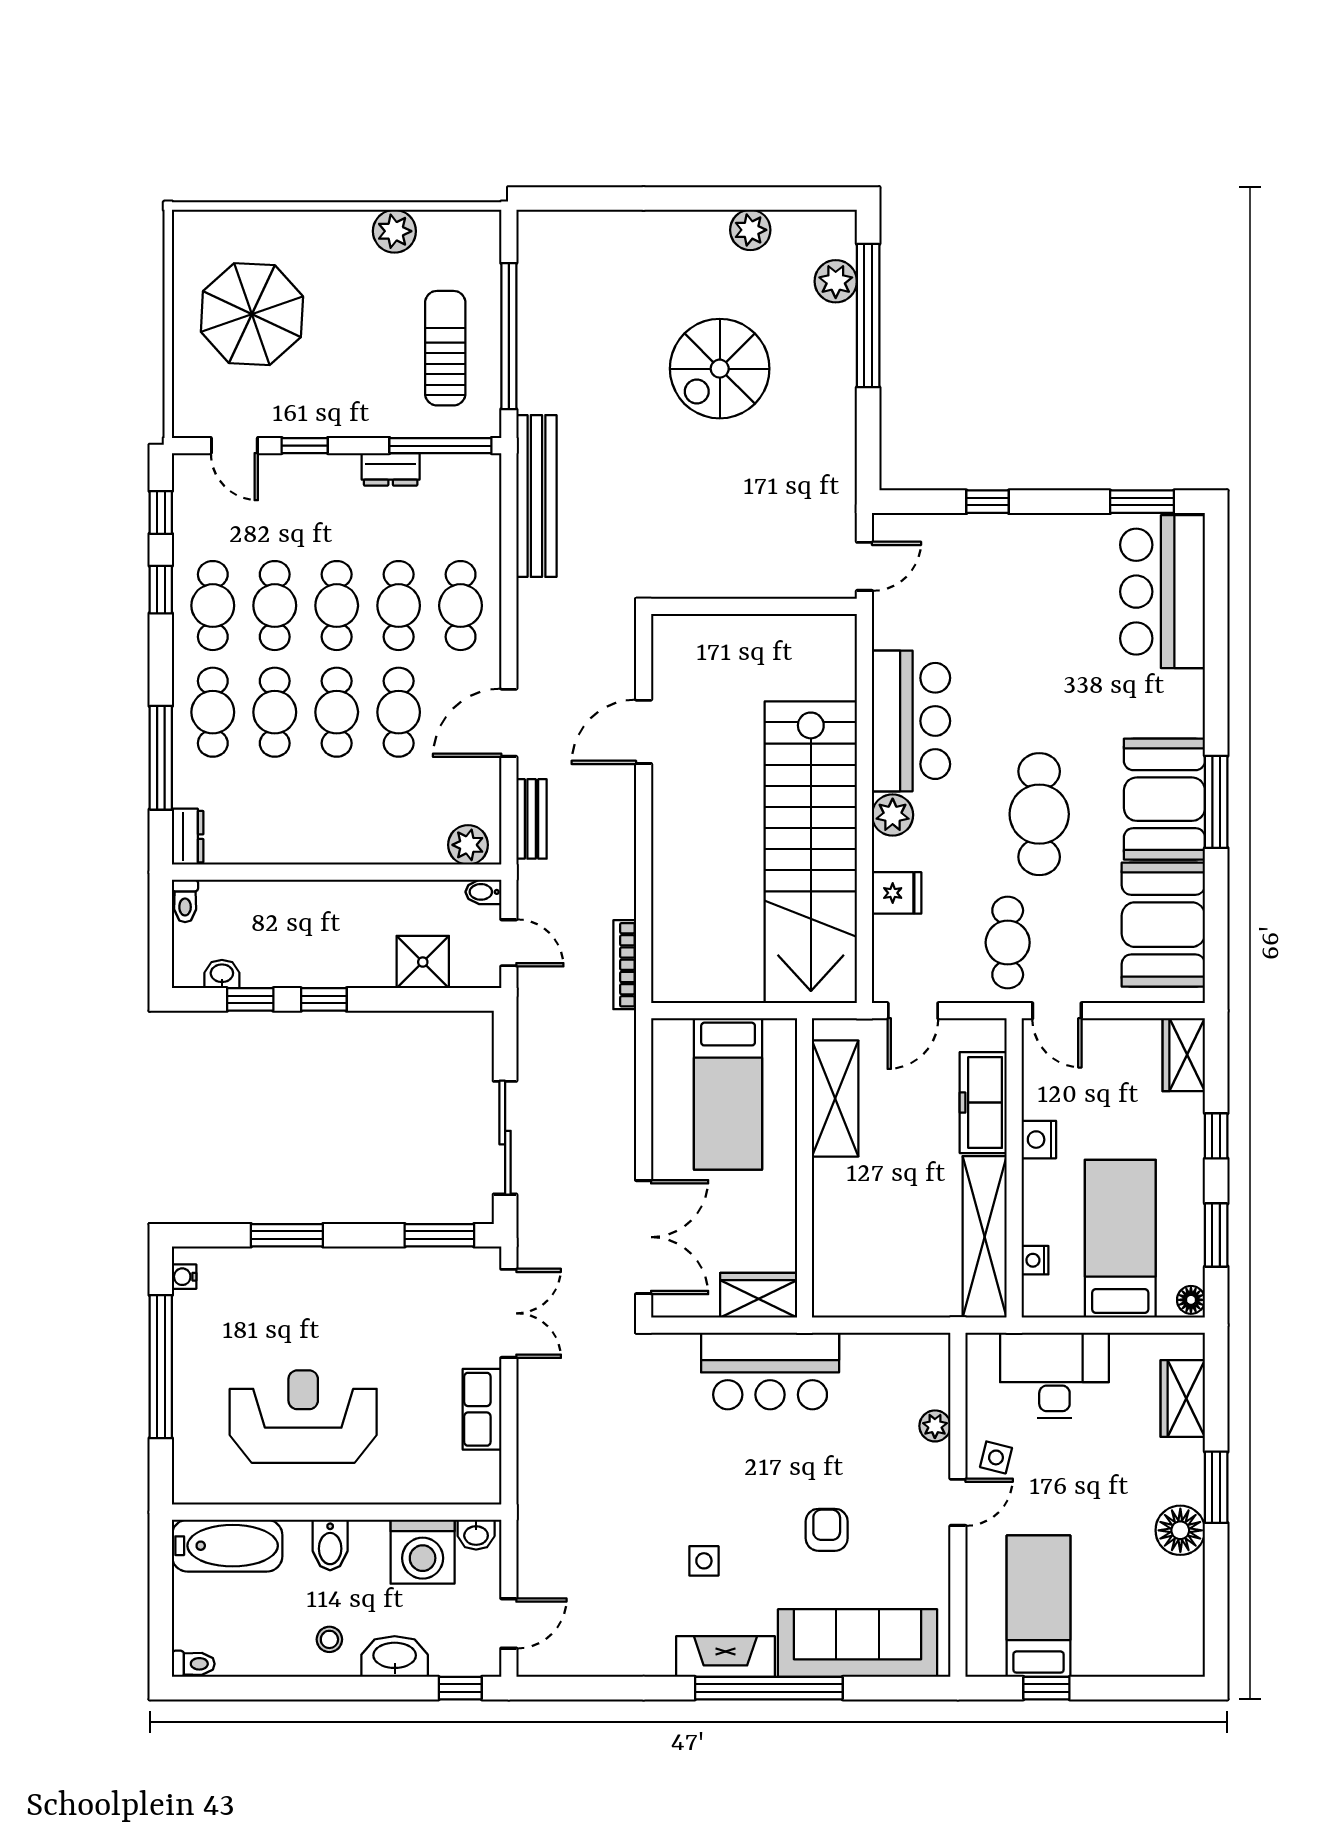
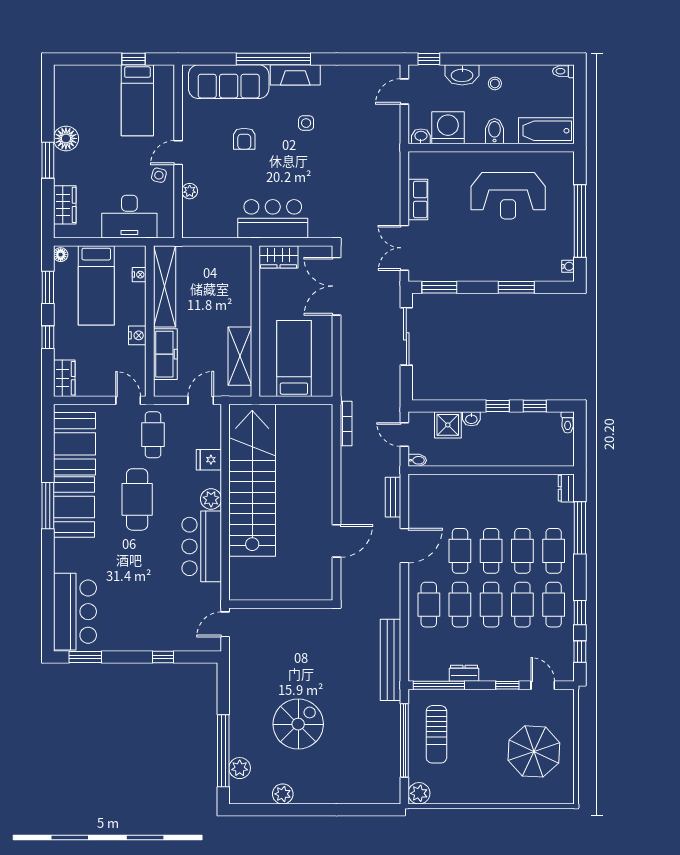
plant: (394, 231) -> (419, 793), moved
plant: (468, 845) -> (425, 484), removed
toilet: (185, 901) -> (568, 422), moved, turned 180
washbasin: (222, 974) -> (471, 419), moved

